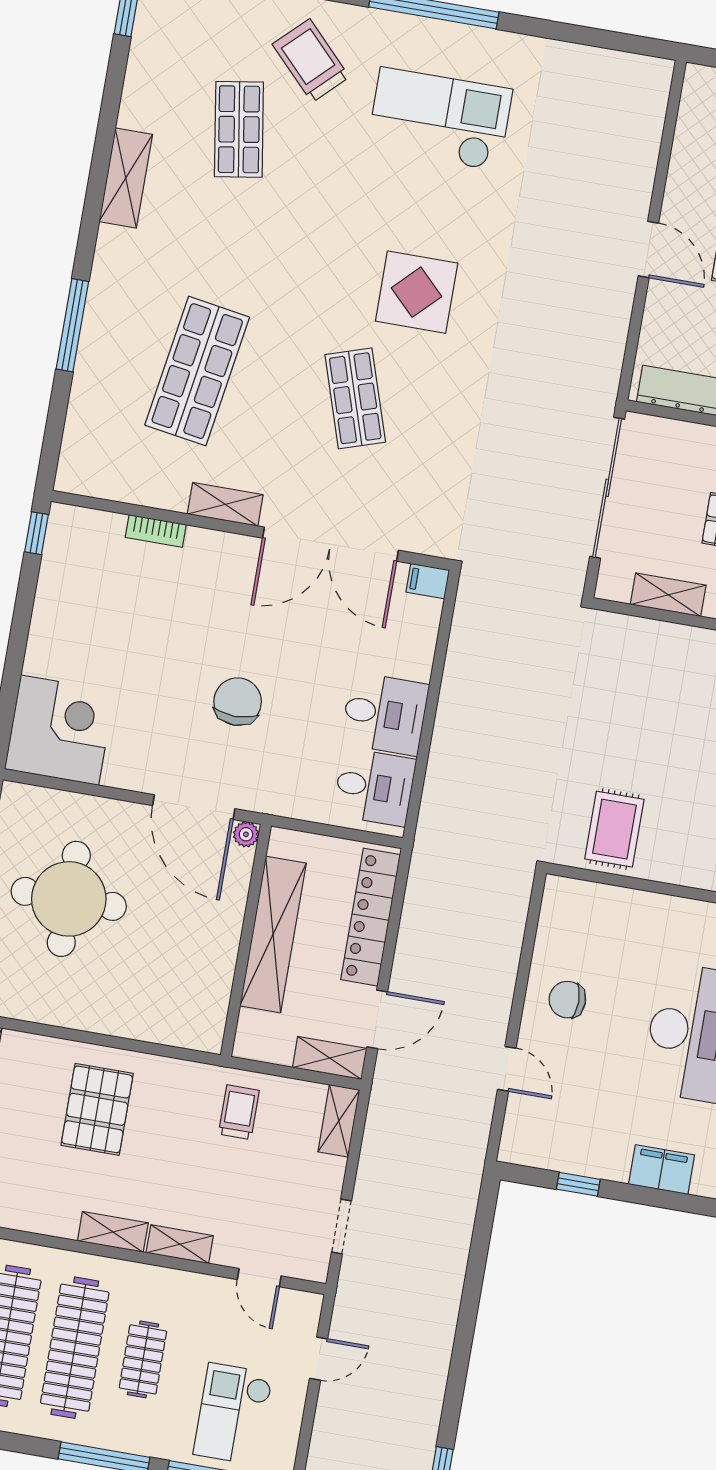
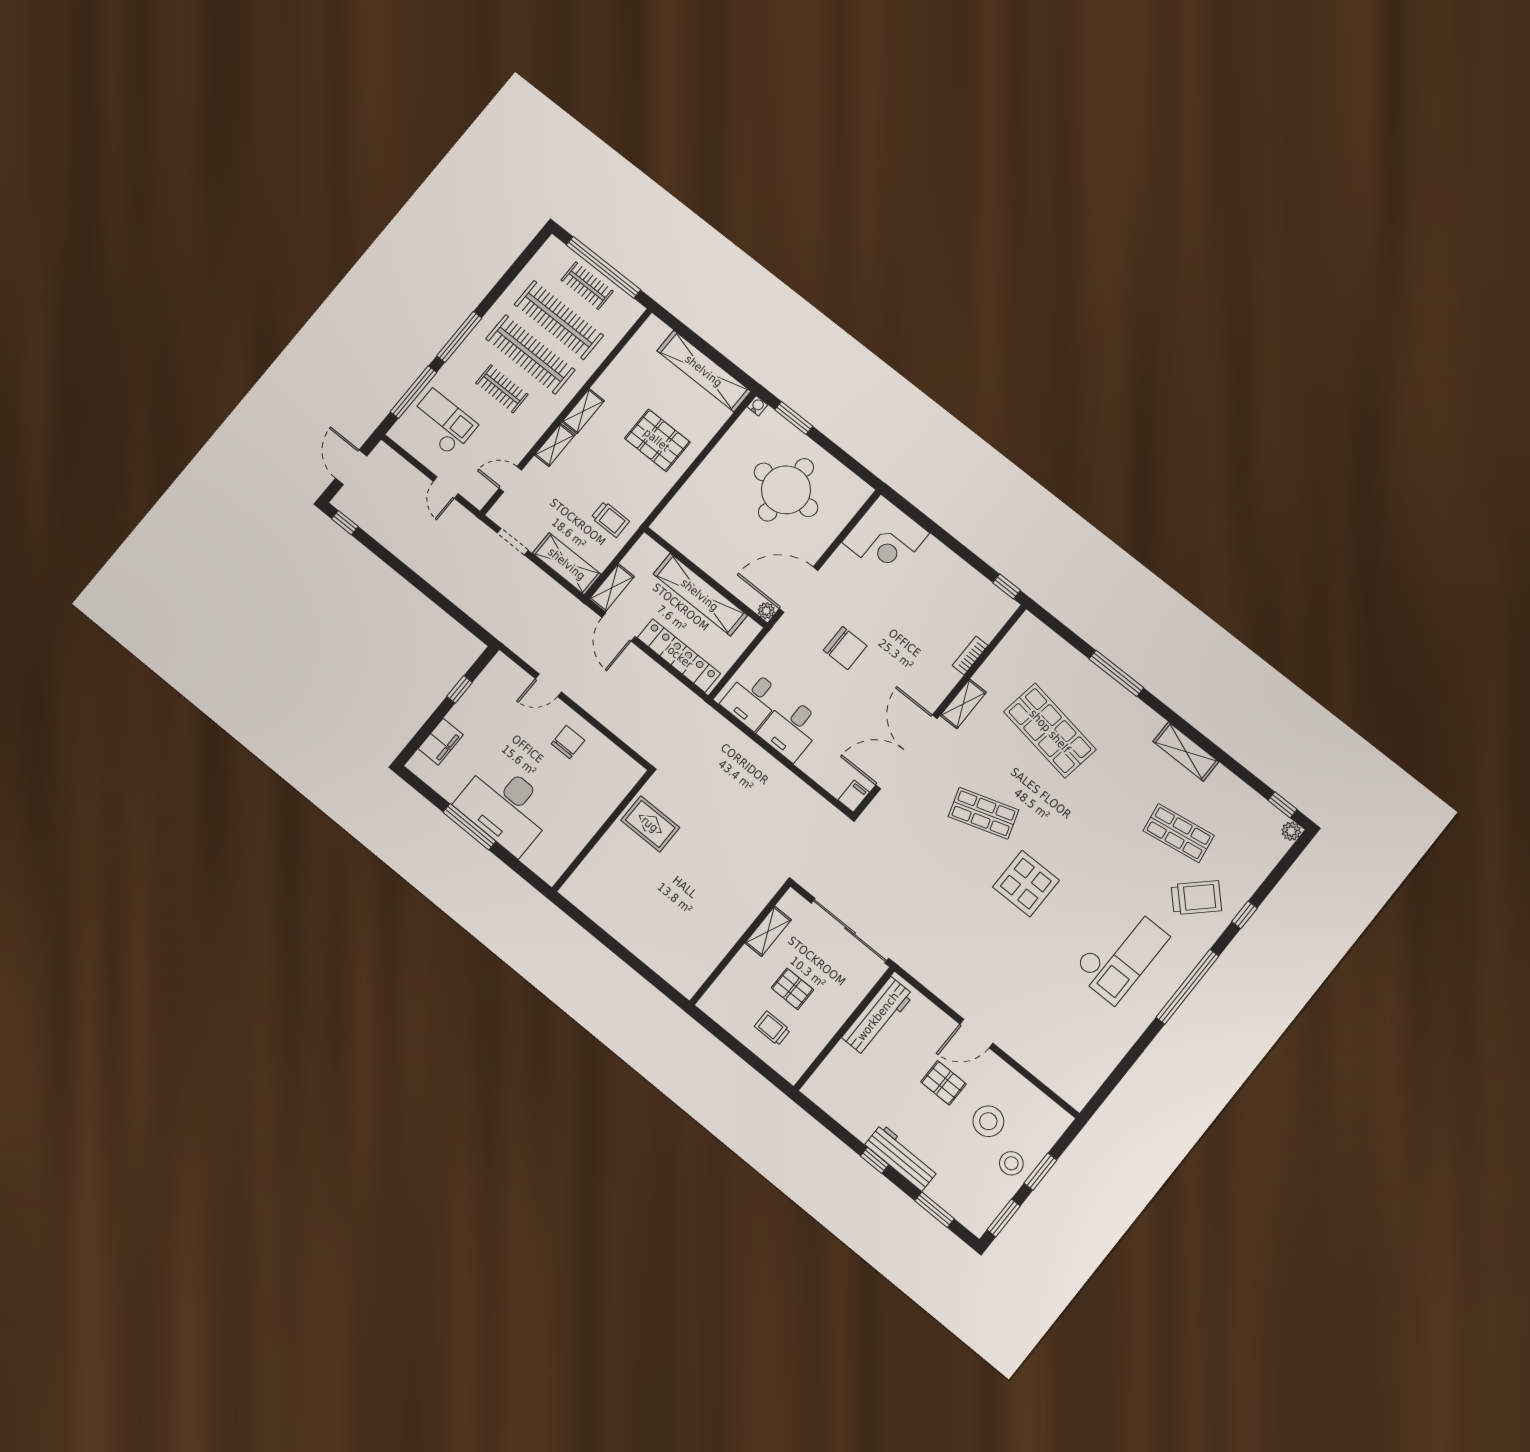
shelving: (339, 1121) -> (567, 564), width x1.50, depth x1.33

